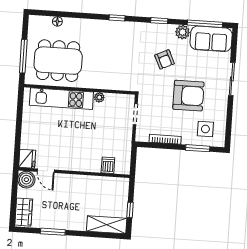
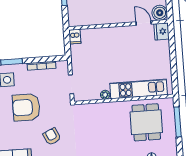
dining table: (58, 61) -> (146, 122), width x0.73
dishwasher: (108, 165) -> (75, 37), moved

